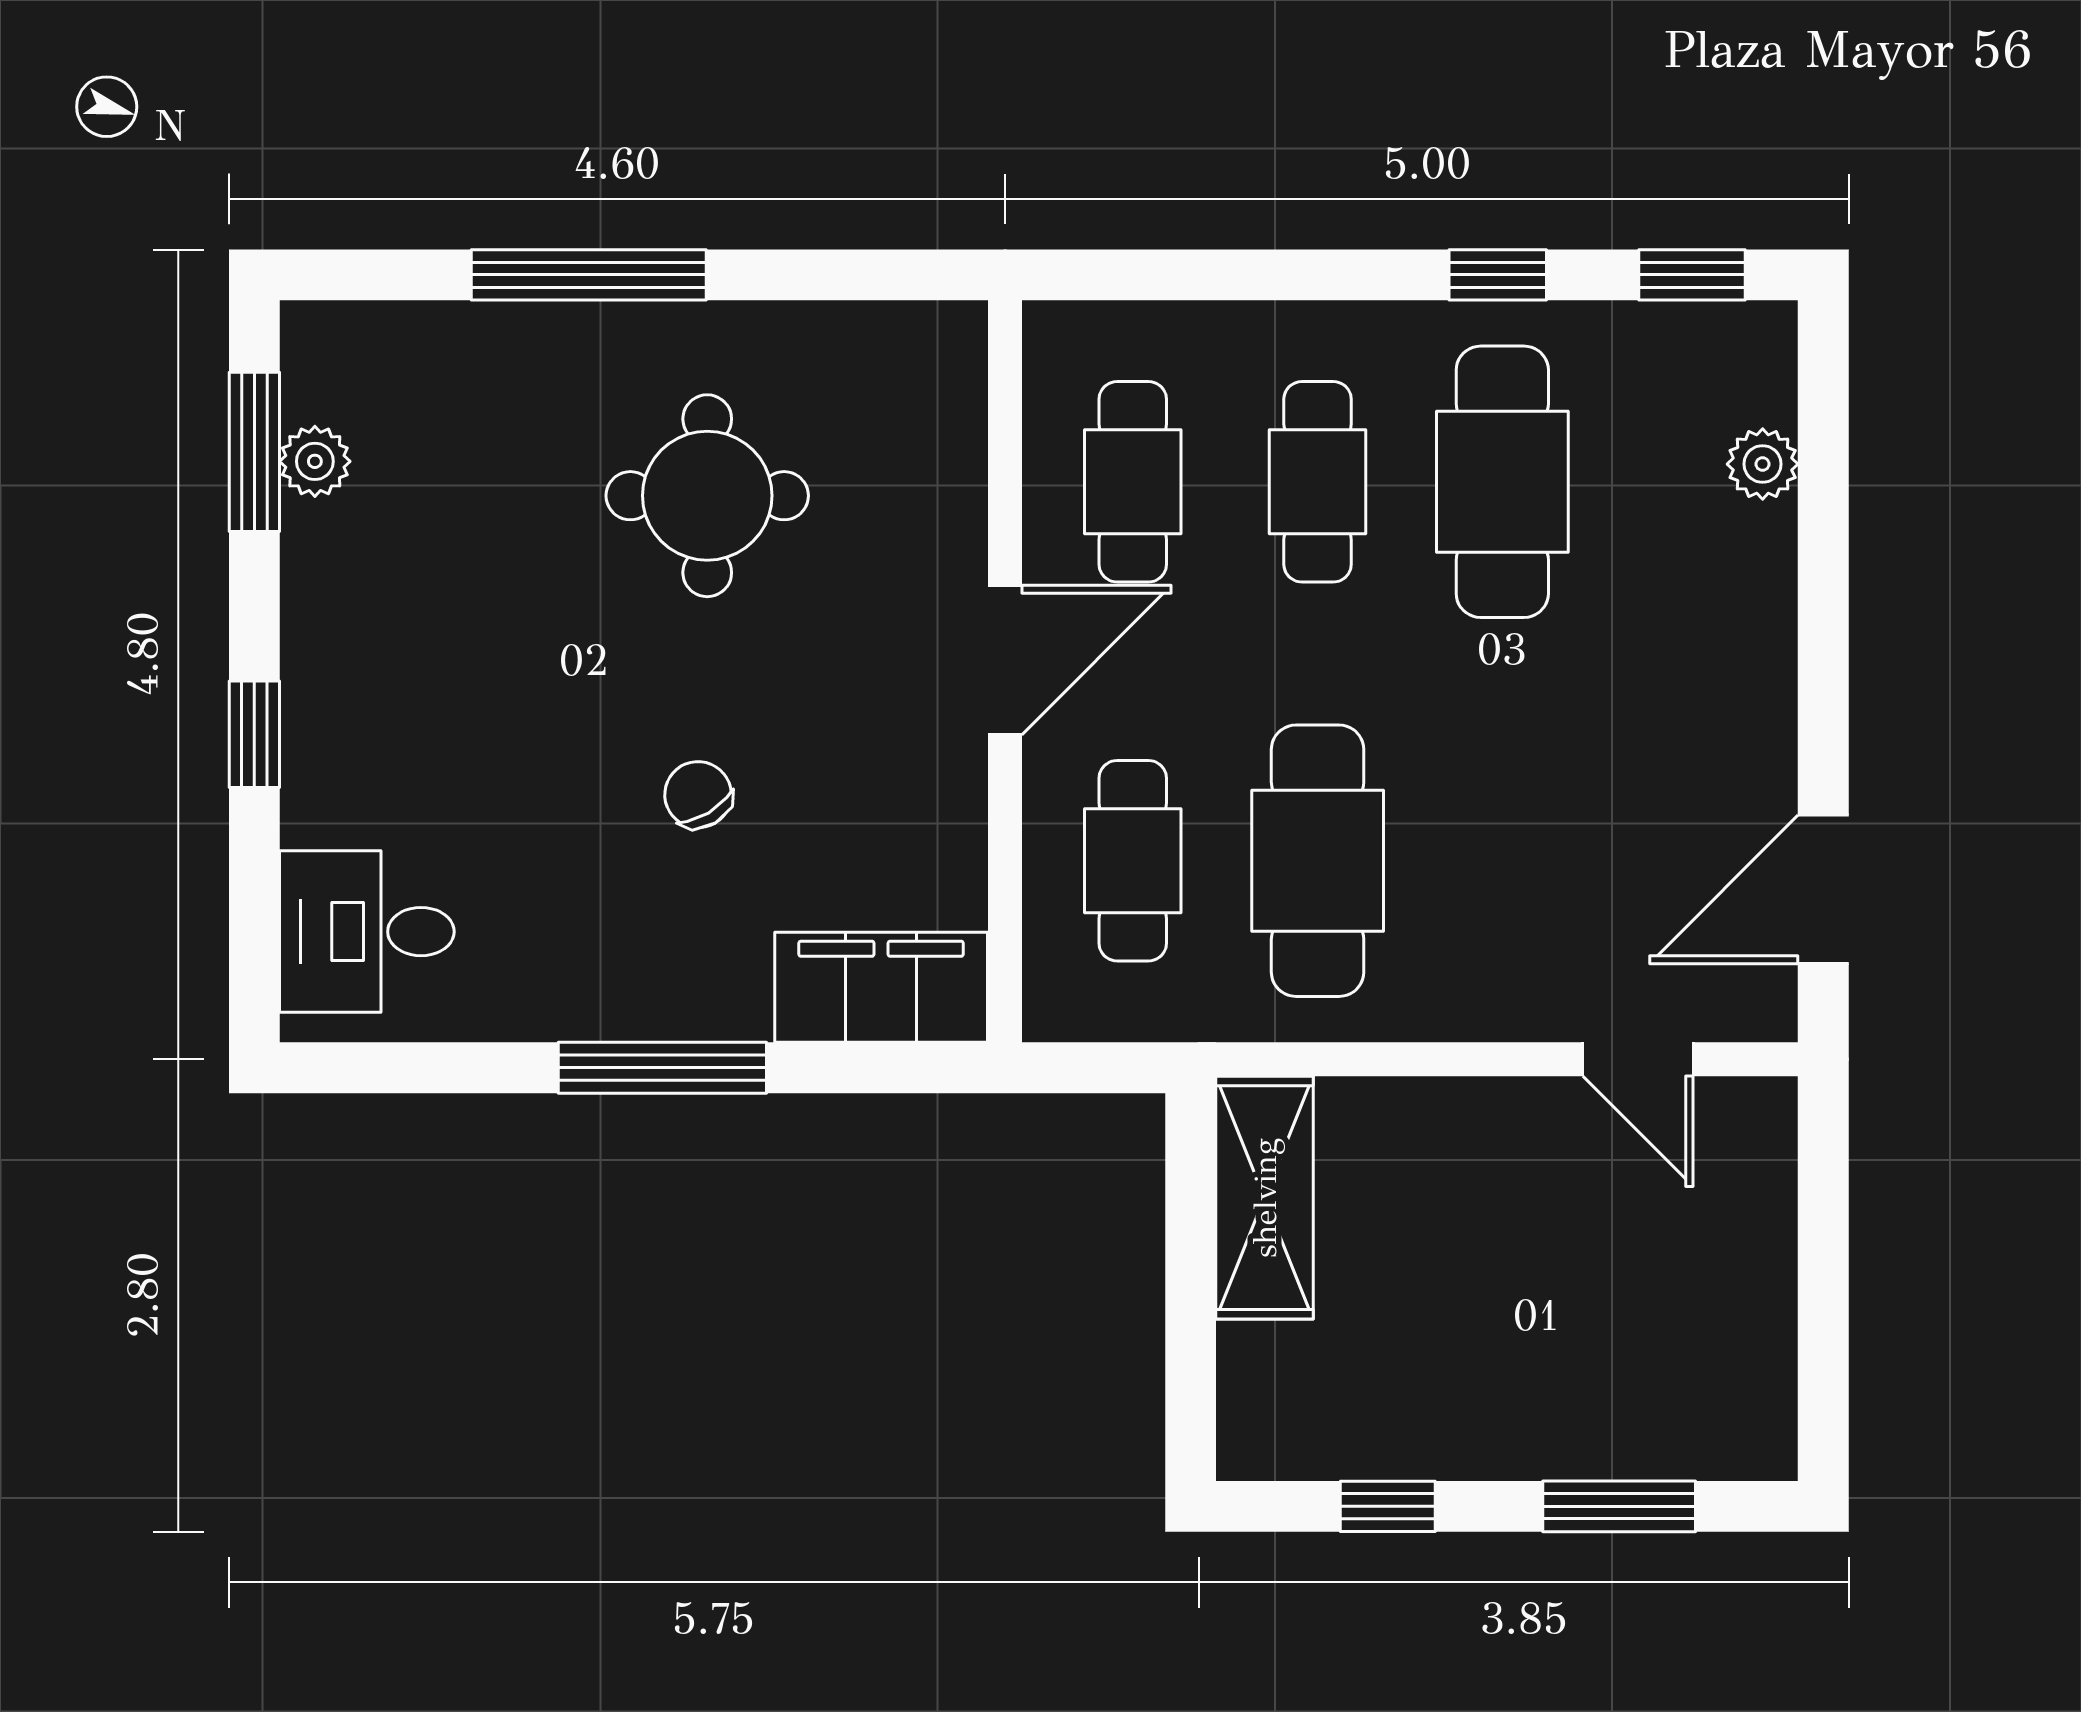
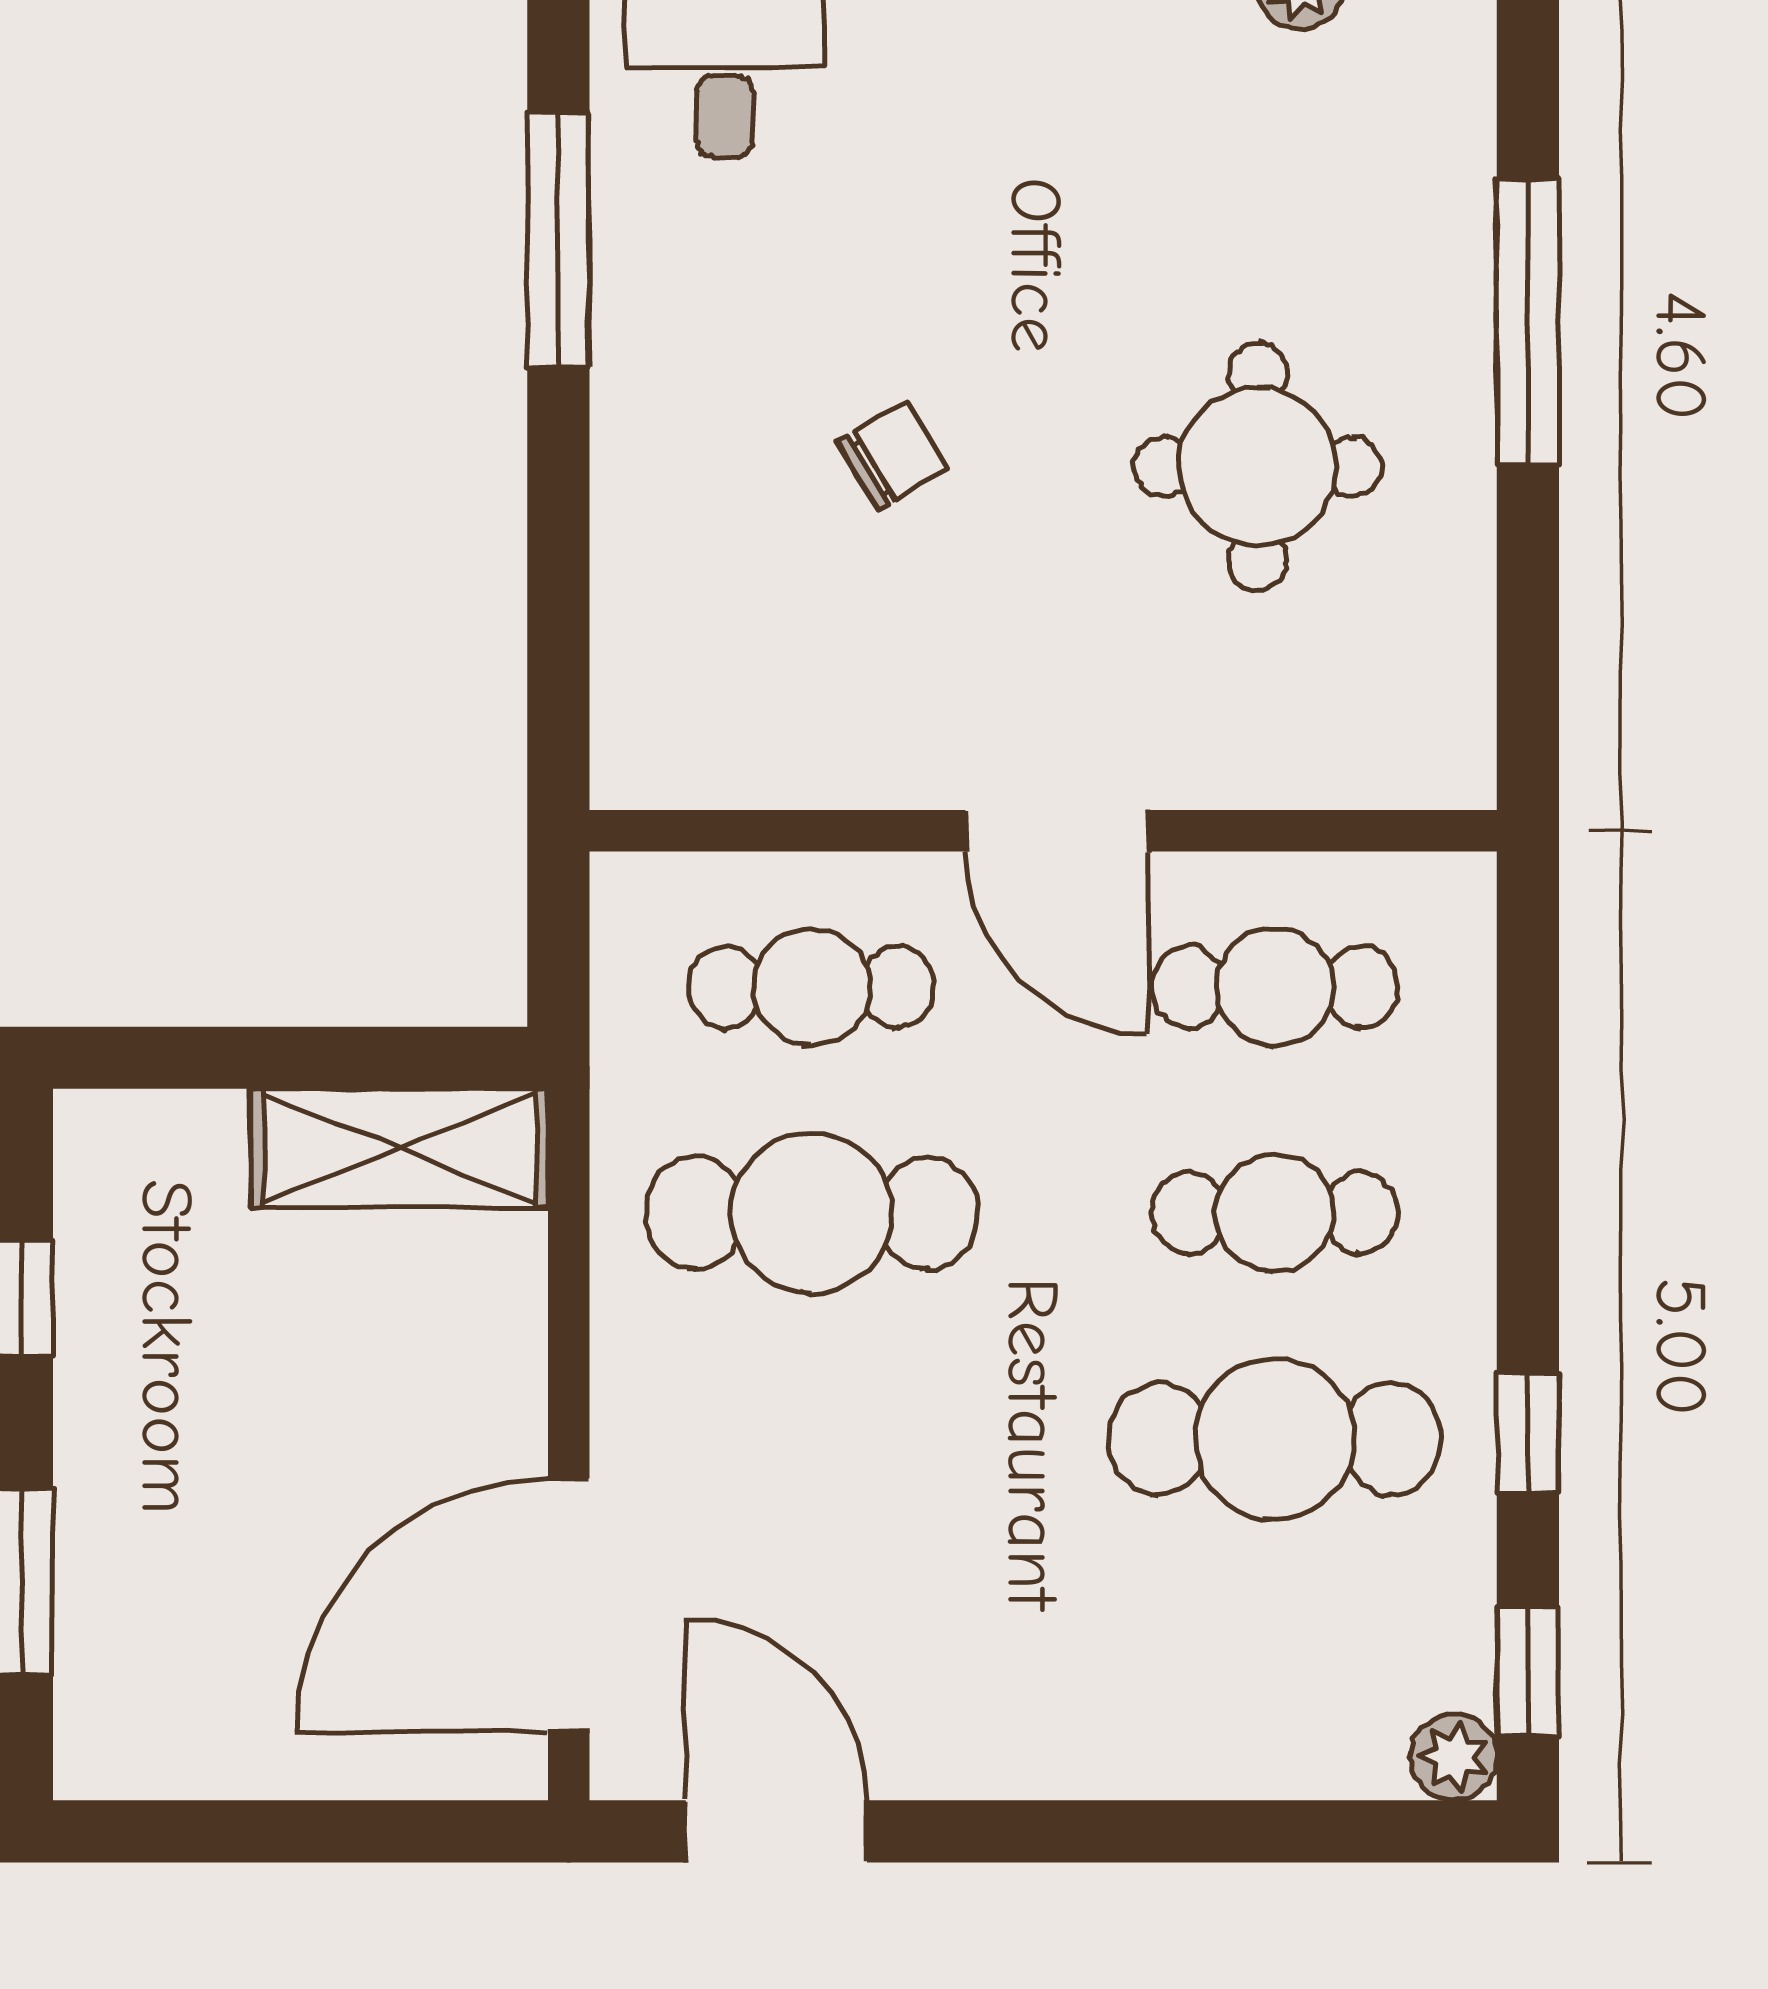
plant: (1763, 464) -> (1454, 1757), moved
filing cabinet: (881, 987) -> (657, 679), removed
door: (1638, 1059) -> (569, 1605), width x1.88
window: (662, 1068) -> (558, 240), moved

